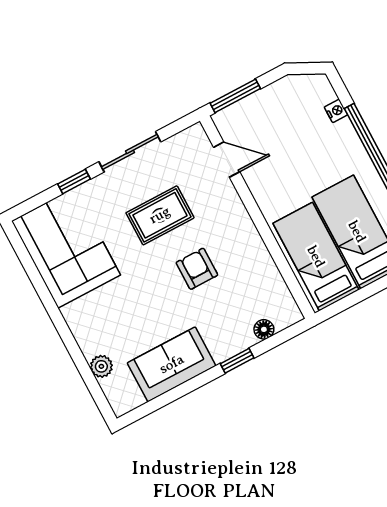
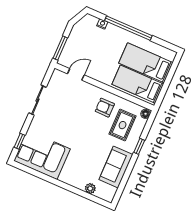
window: (74, 182) -> (20, 141), moved
rug: (160, 215) -> (123, 125), moved
armchair: (197, 269) -> (105, 108), moved
floor lamp: (264, 329) -> (146, 114), moved

